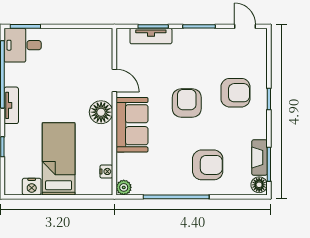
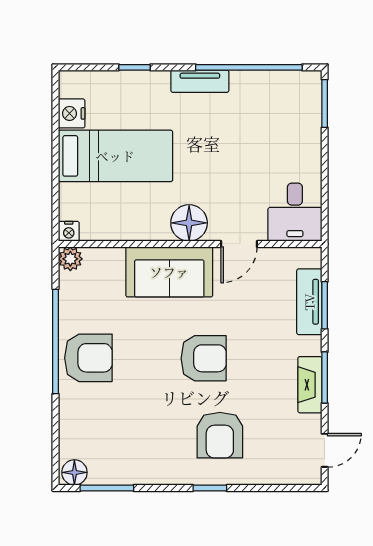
desk: (23, 45) -> (295, 212), moved, turned 180
fireplace: (260, 158) -> (310, 385), moved, turned -90
armchair: (208, 165) -> (88, 358), moved, turned -90
nightstand: (106, 171) -> (69, 231), moved

